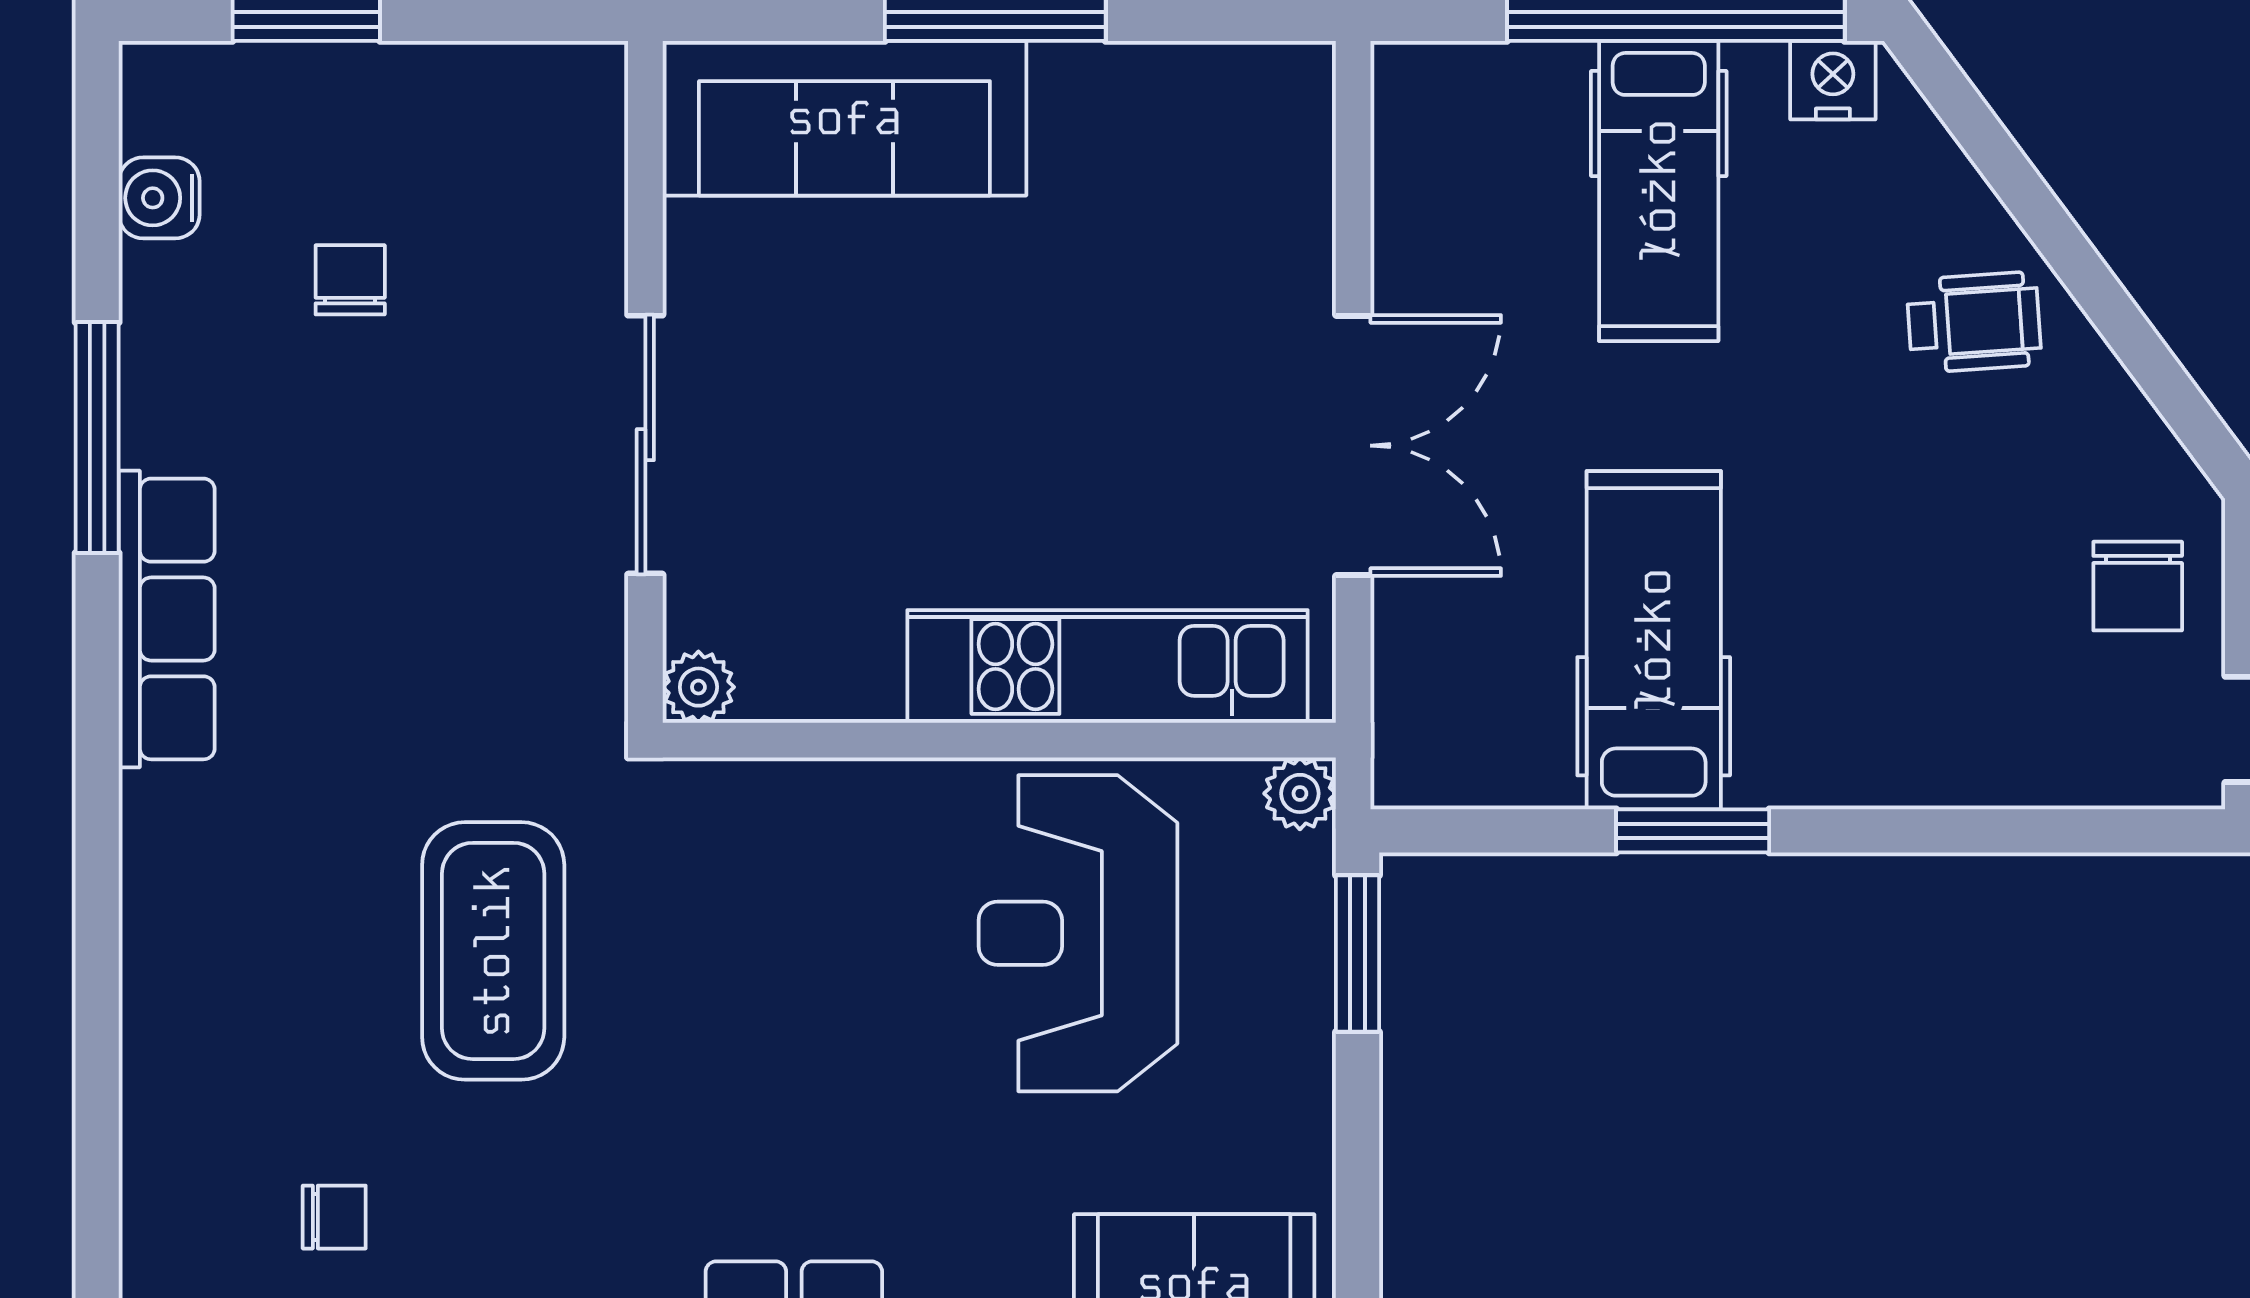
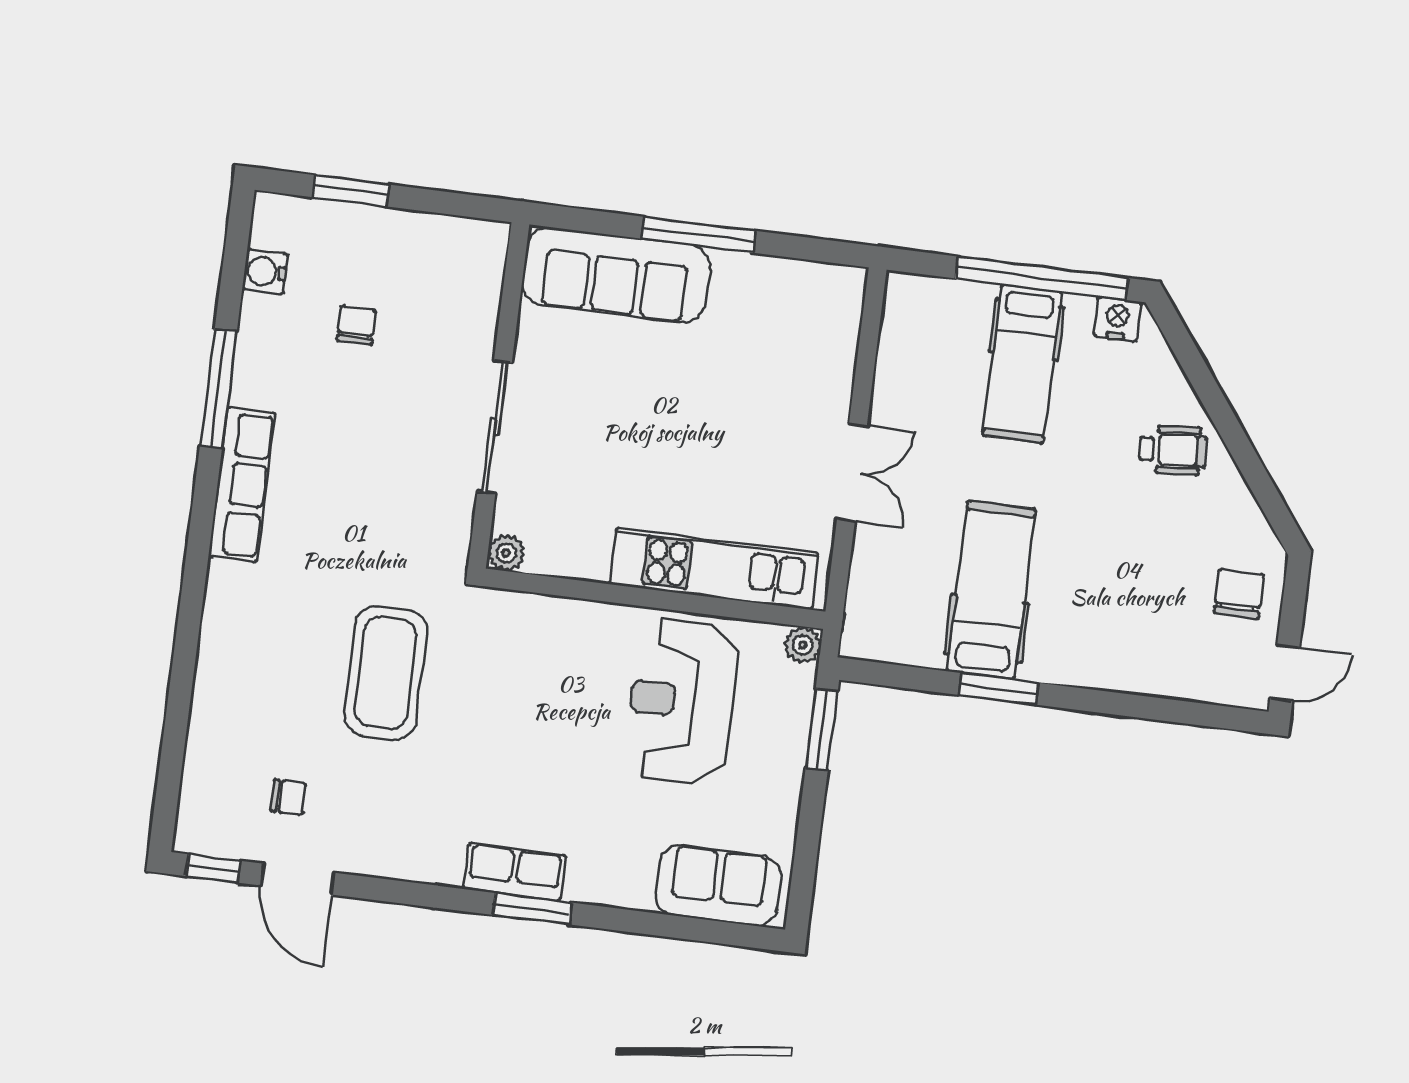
double door: (1353, 446) -> (852, 473), width x0.73
chair: (2138, 586) -> (1239, 594), turned 180

